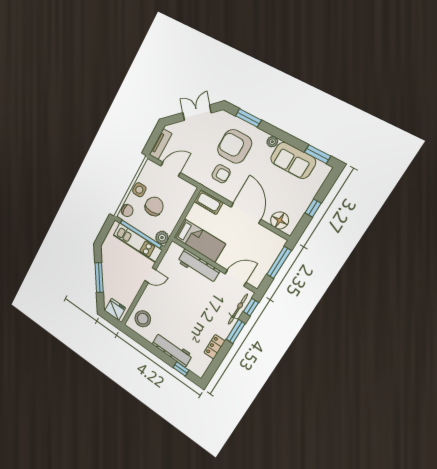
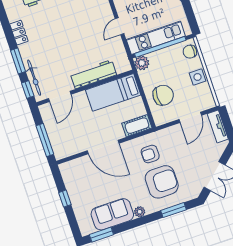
chair: (154, 206) -> (163, 95), moved, turned -90
floor lamp: (280, 220) -> (76, 167), removed

